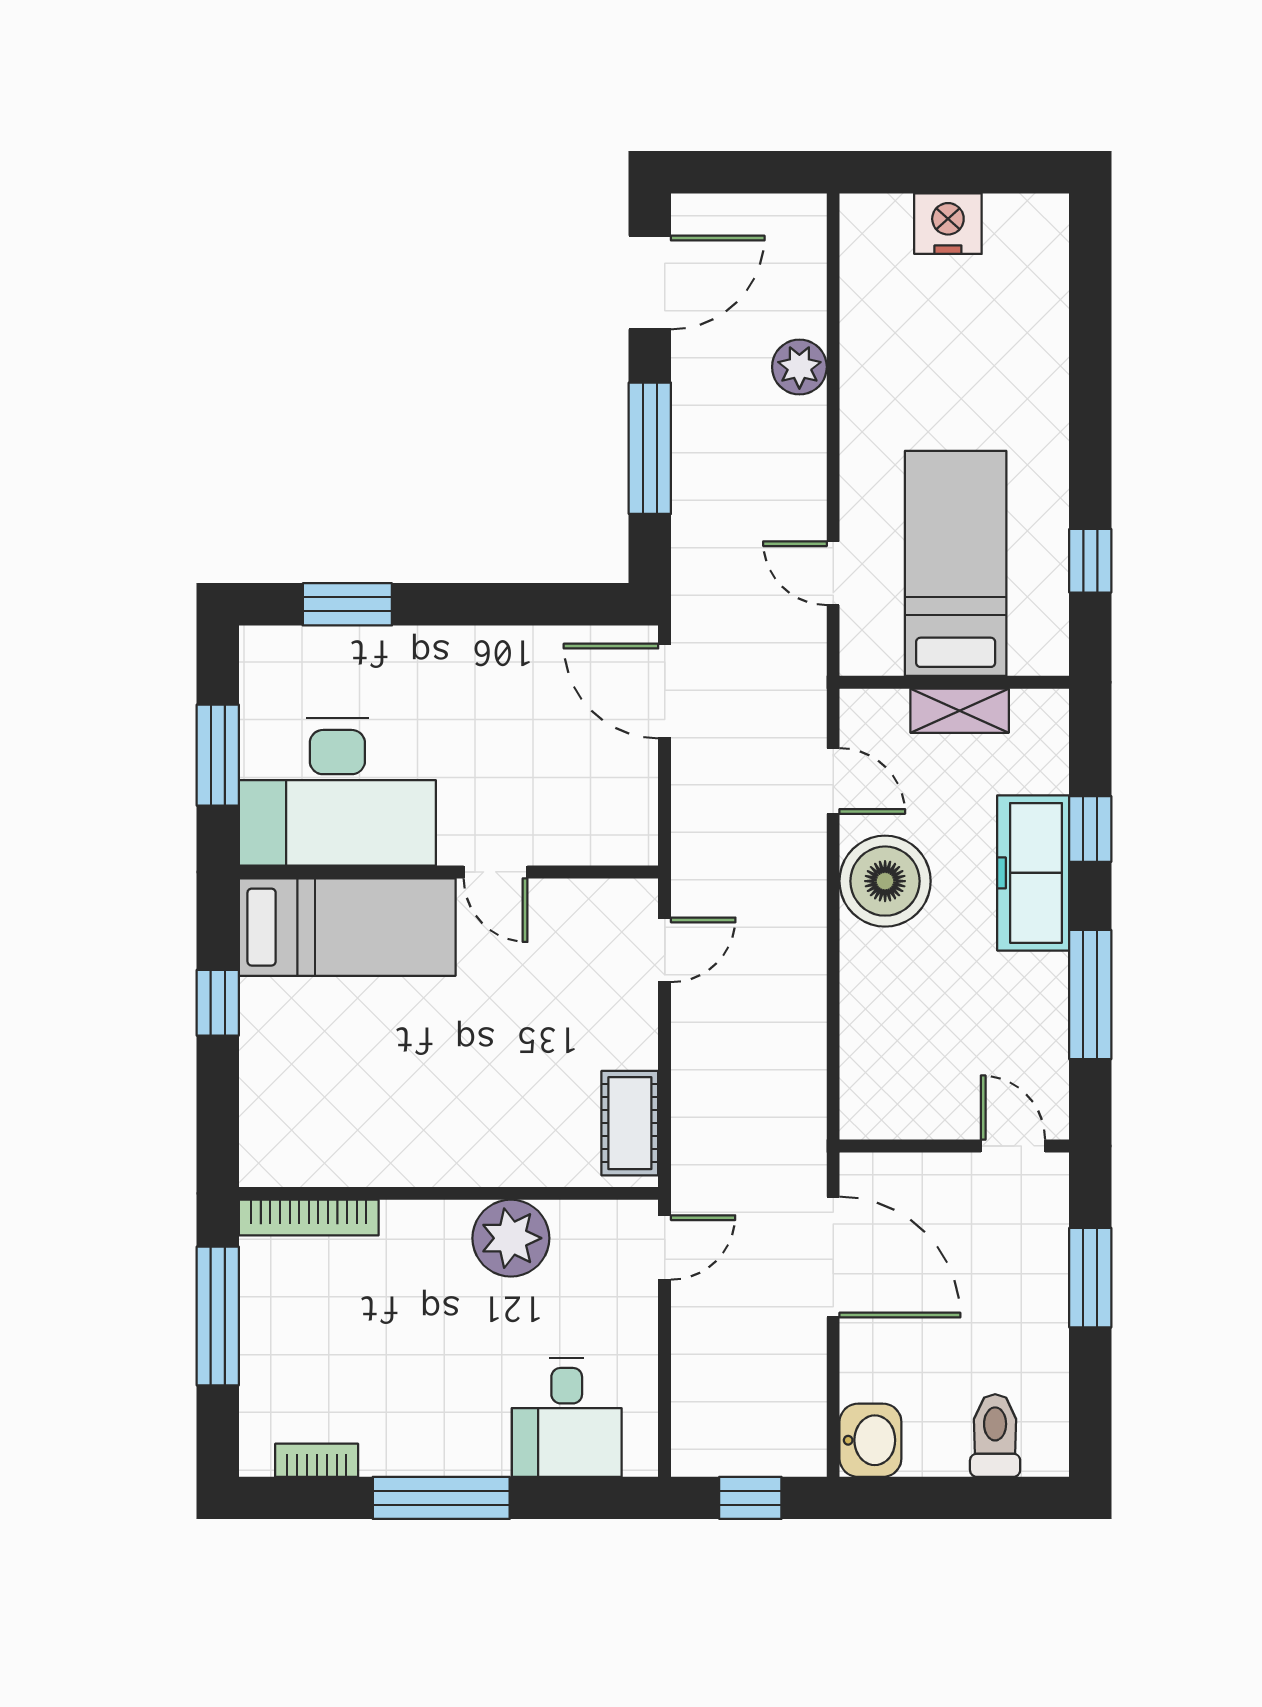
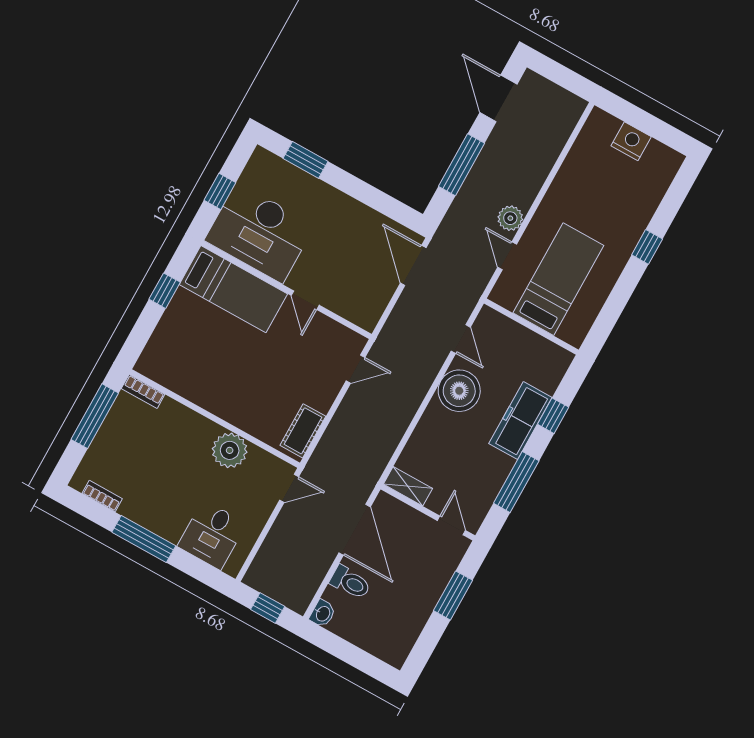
door: (650, 282) -> (498, 98), swing flipped
plant: (799, 367) -> (510, 218), moved
window: (1090, 561) -> (647, 247), moved
shelving: (960, 711) -> (408, 486), moved
window: (218, 755) -> (220, 191), width x0.67
bookcase: (309, 1218) -> (143, 391), width x0.64
toilet: (995, 1436) -> (350, 582), moved, turned 90
washbasin: (870, 1440) -> (323, 614), width x0.72, depth x0.69

